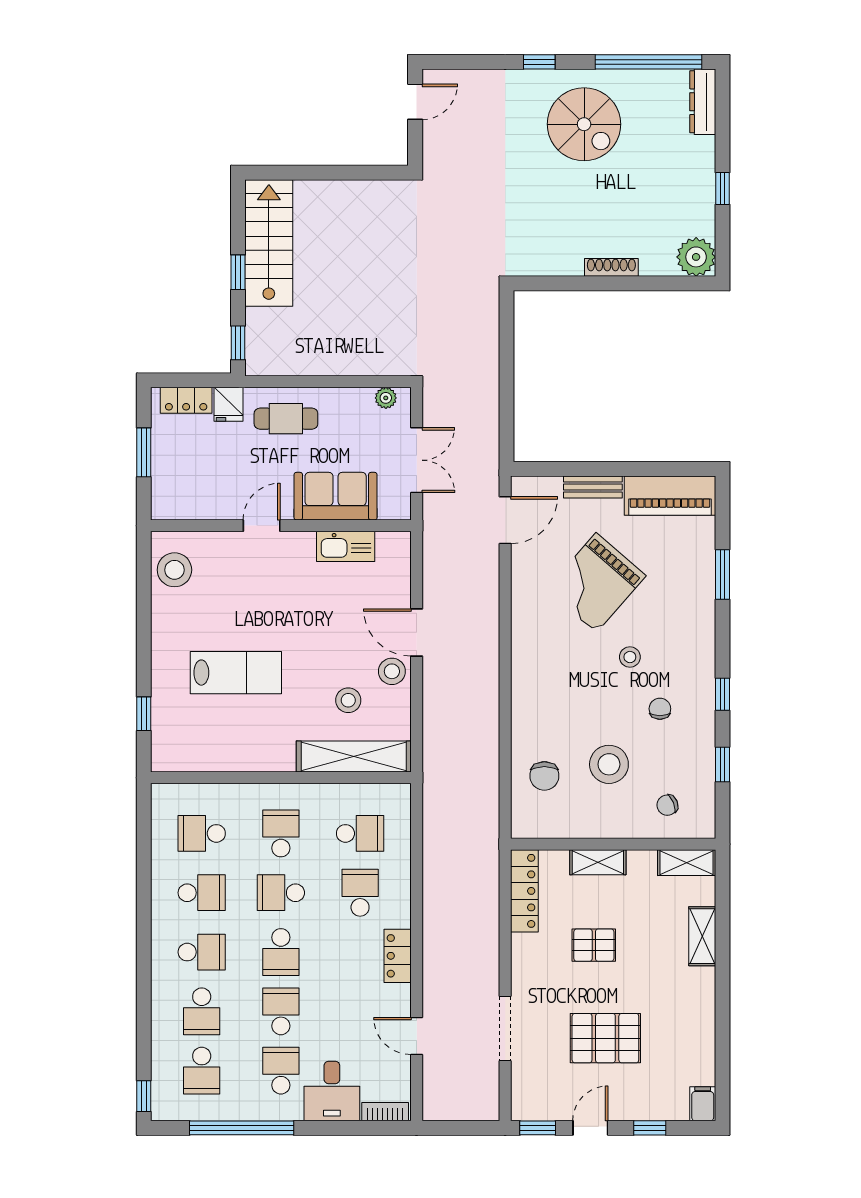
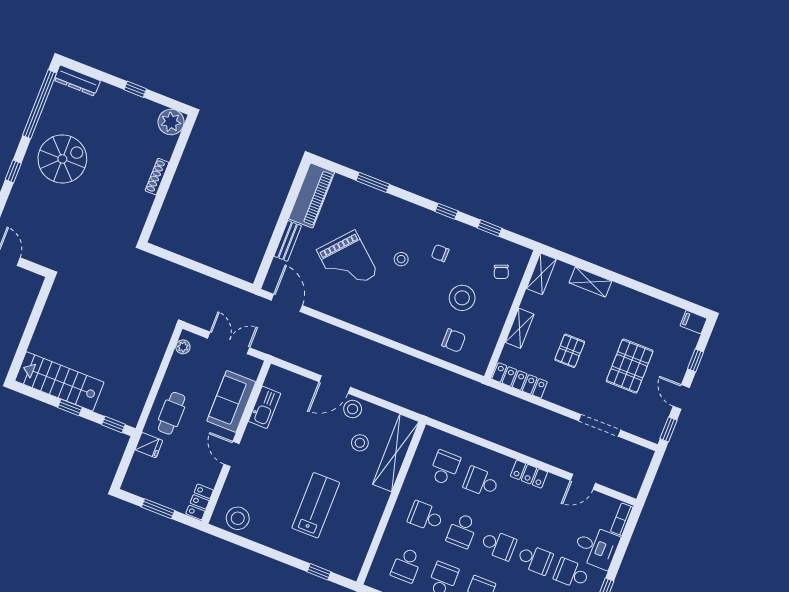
locker: (186, 400) -> (200, 502), moved, turned 180
school desk: (281, 1011) -> (535, 559), turned 180

